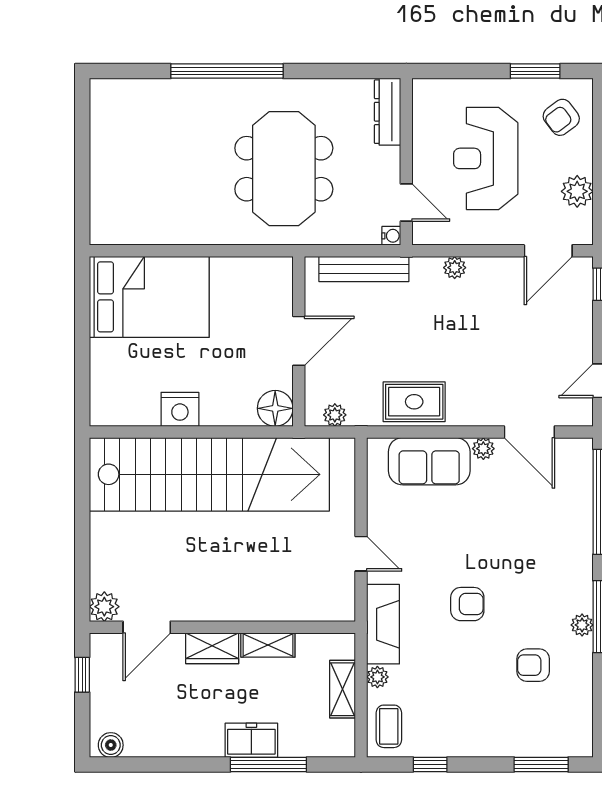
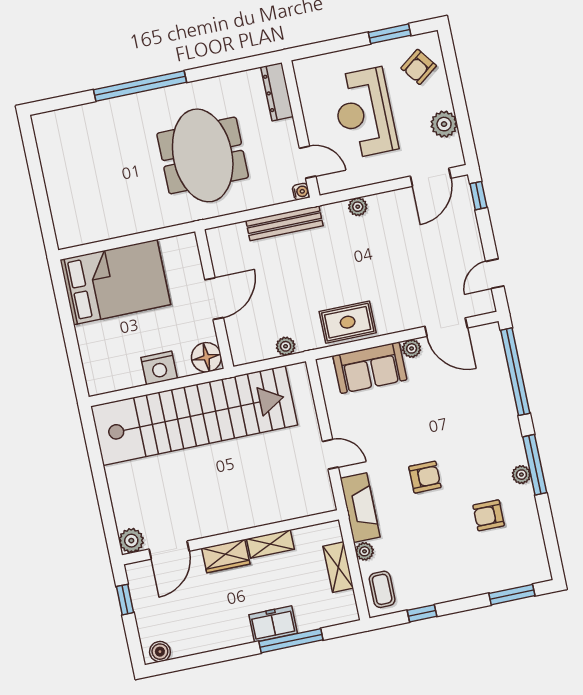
door: (299, 341) -> (214, 299), moved
wall: (299, 341) -> (214, 299), moved
floor lamp: (275, 408) -> (206, 357), moved

